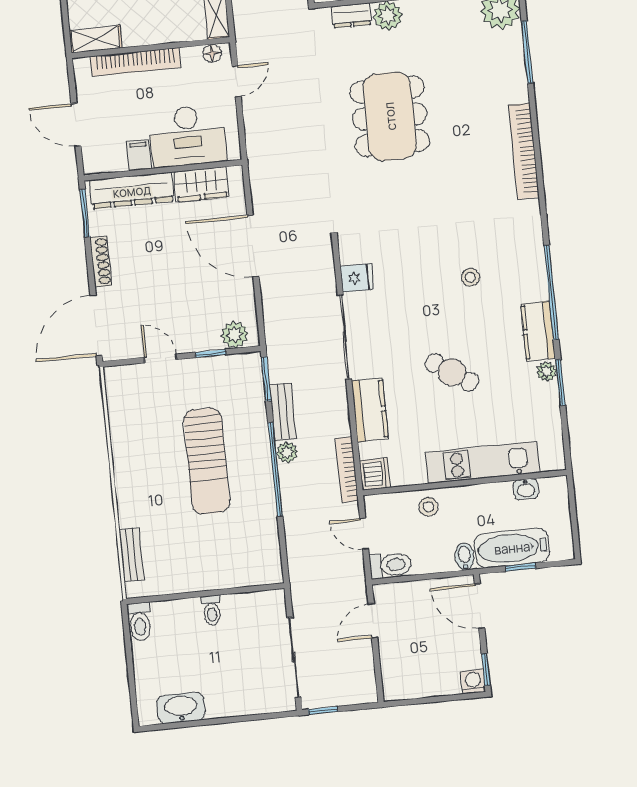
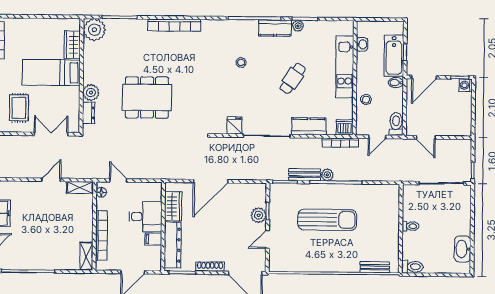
desk: (187, 136) -> (145, 217), width x0.73
plant: (235, 335) -> (259, 215), moved

